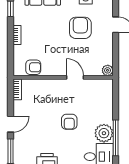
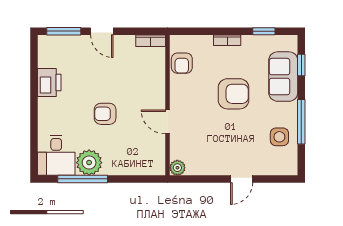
armchair: (80, 28) -> (233, 94), moved
door: (75, 77) -> (168, 122), swing flipped

